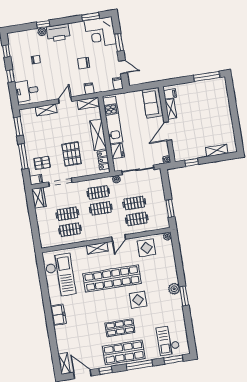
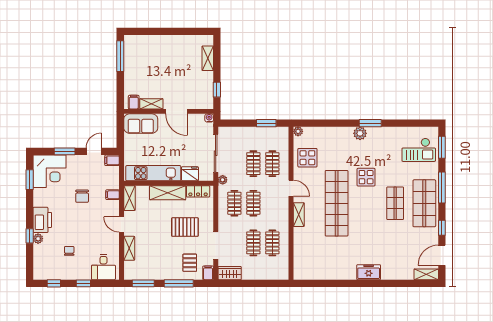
checkout: (60, 275) -> (323, 263), removed

